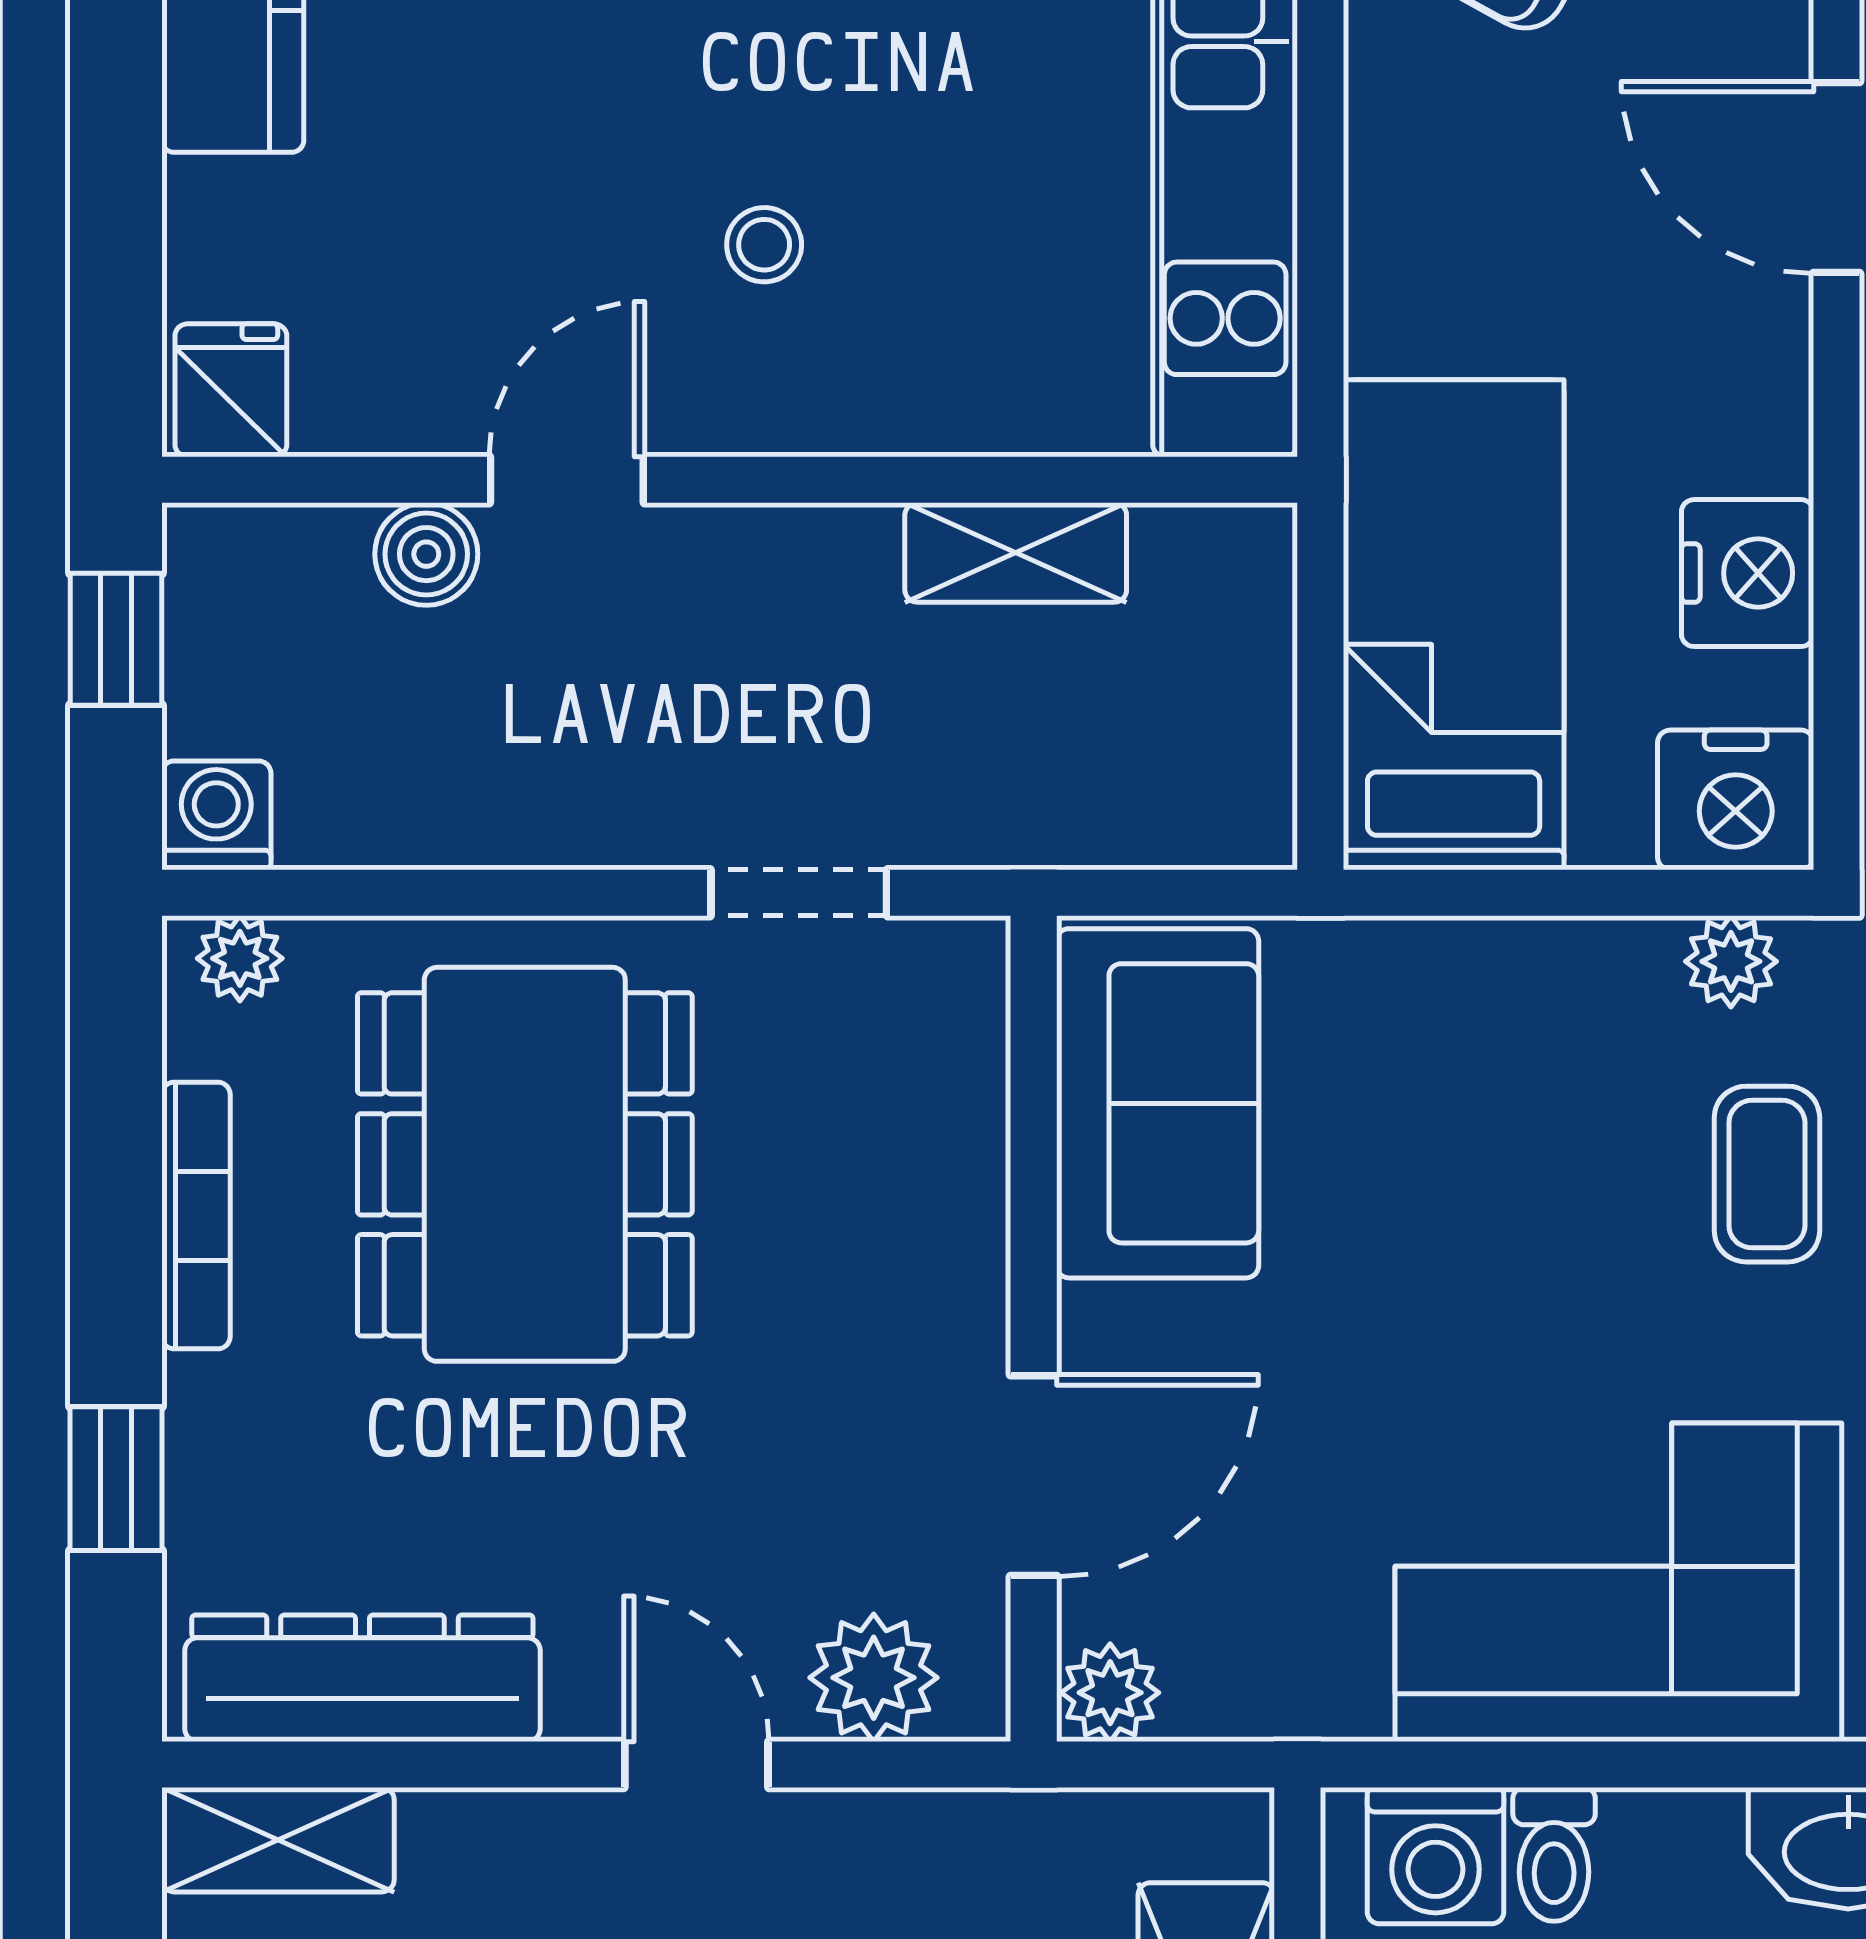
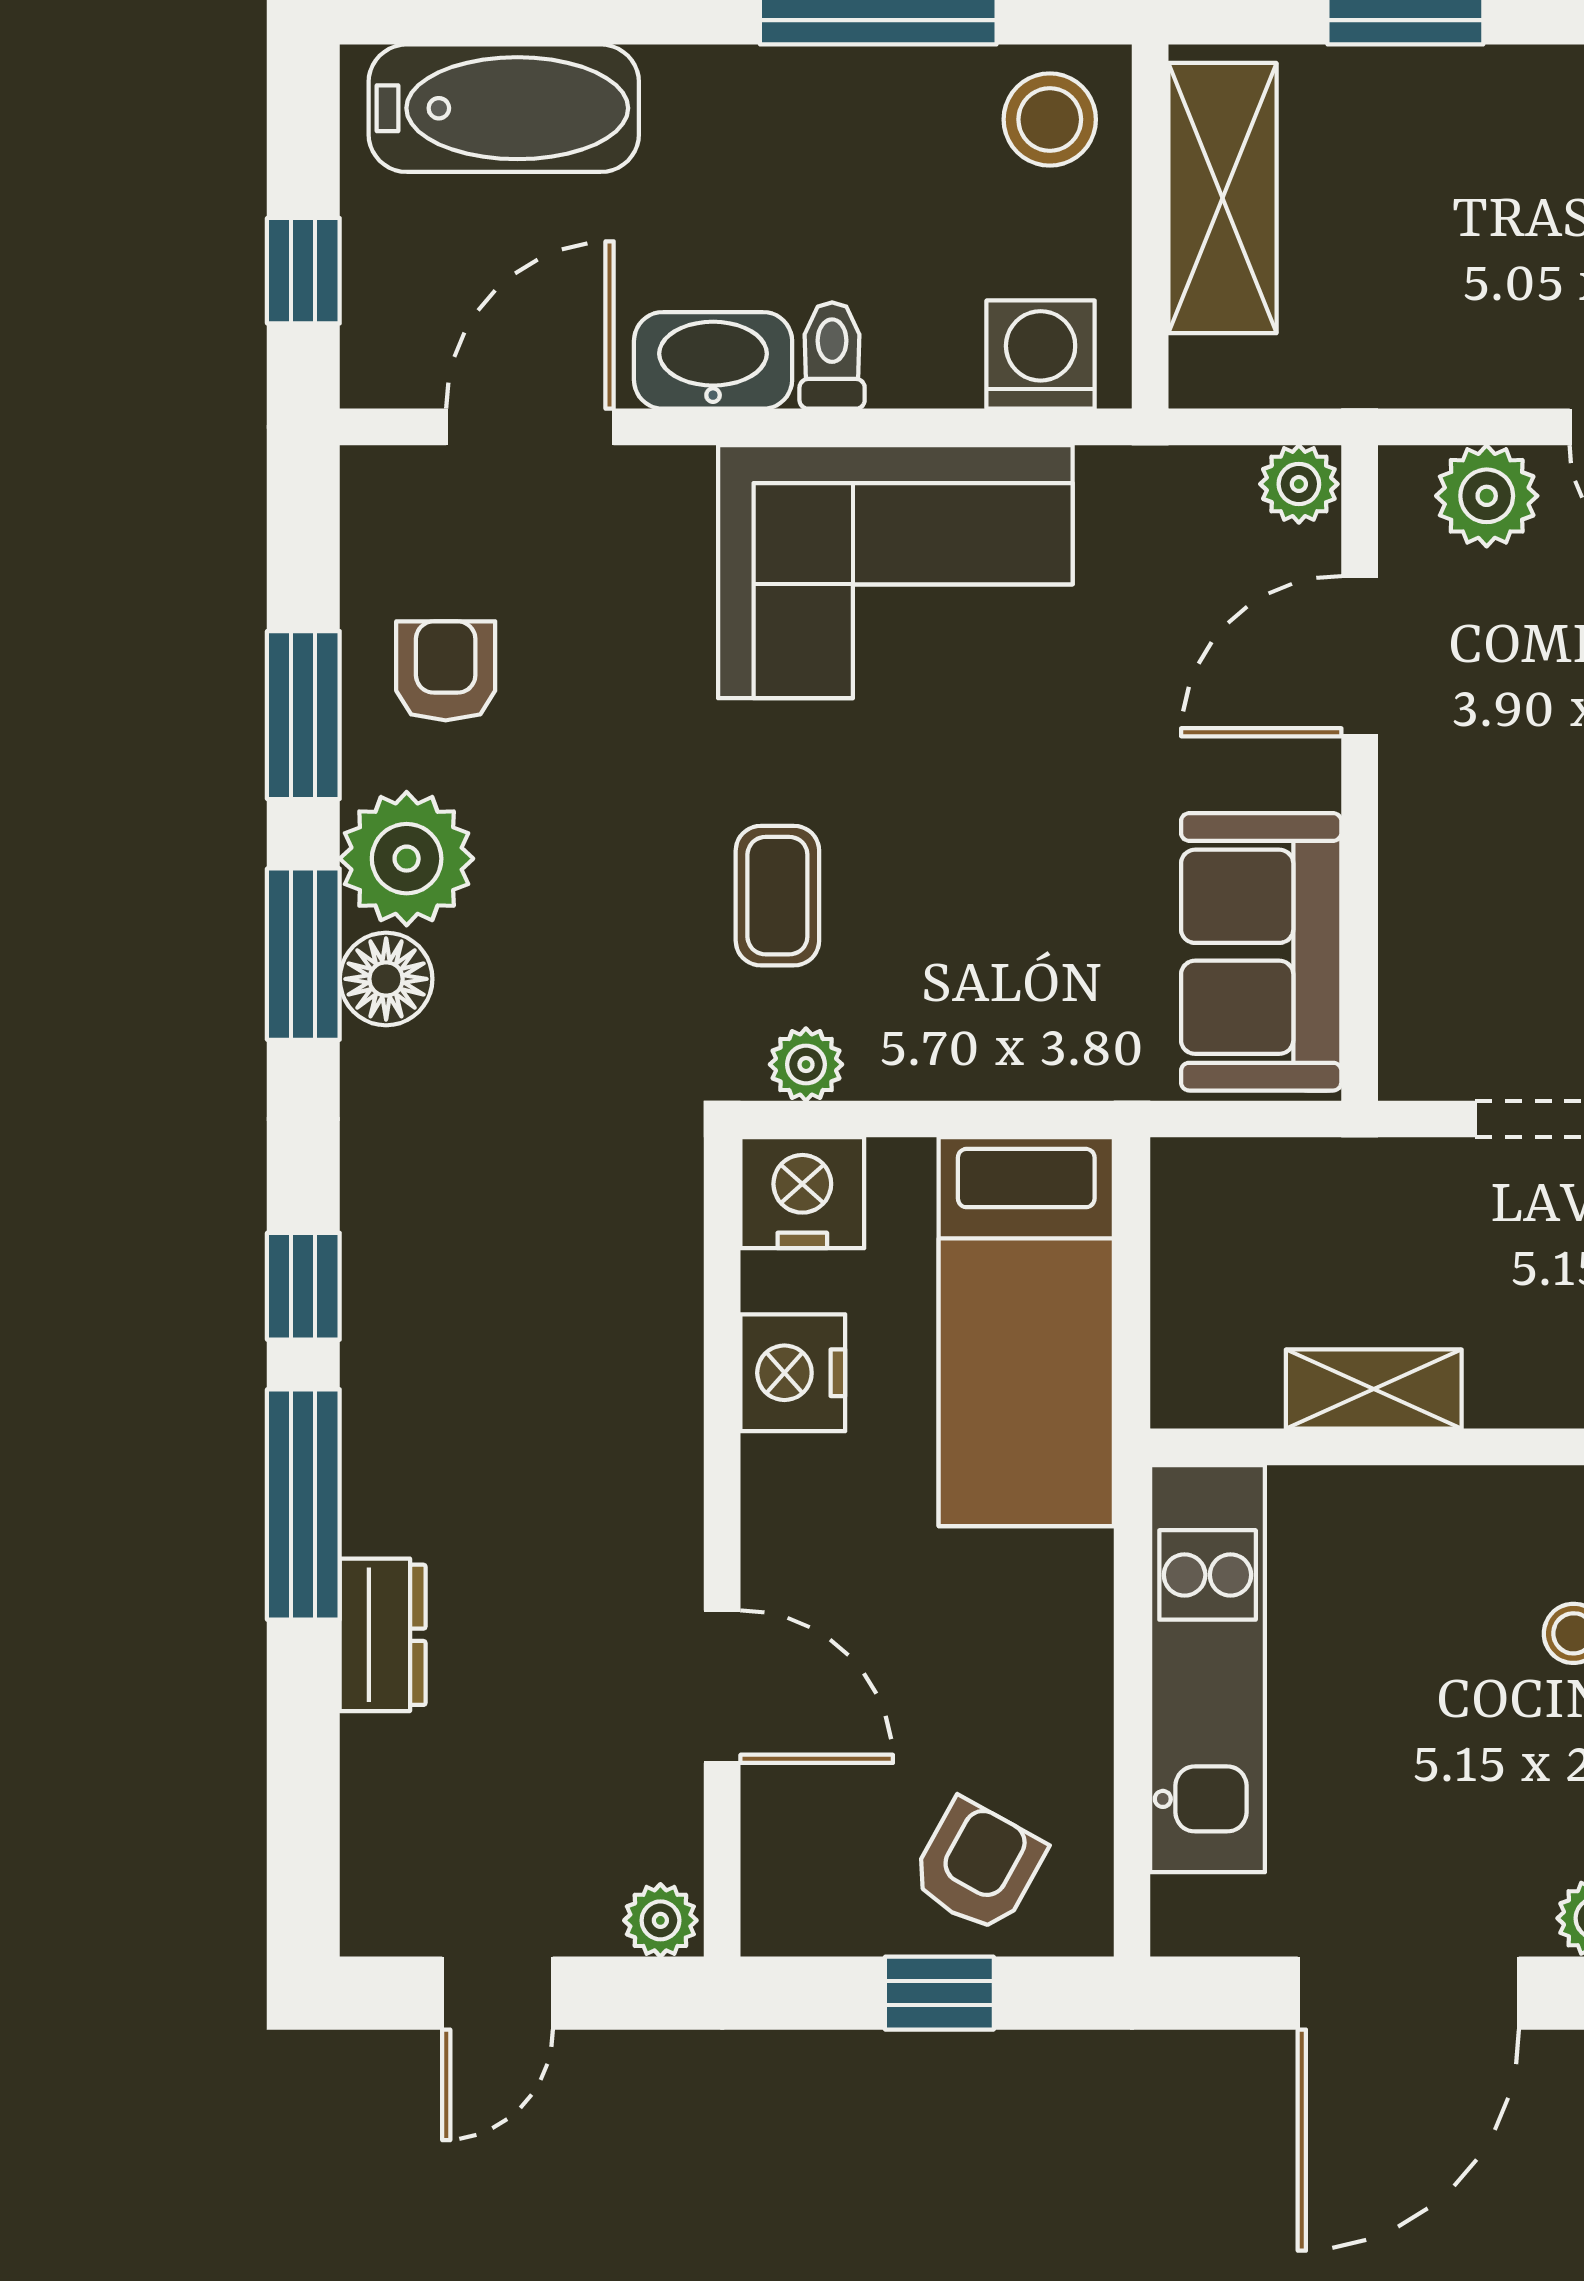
toilet: (1554, 1854) -> (832, 356), moved

